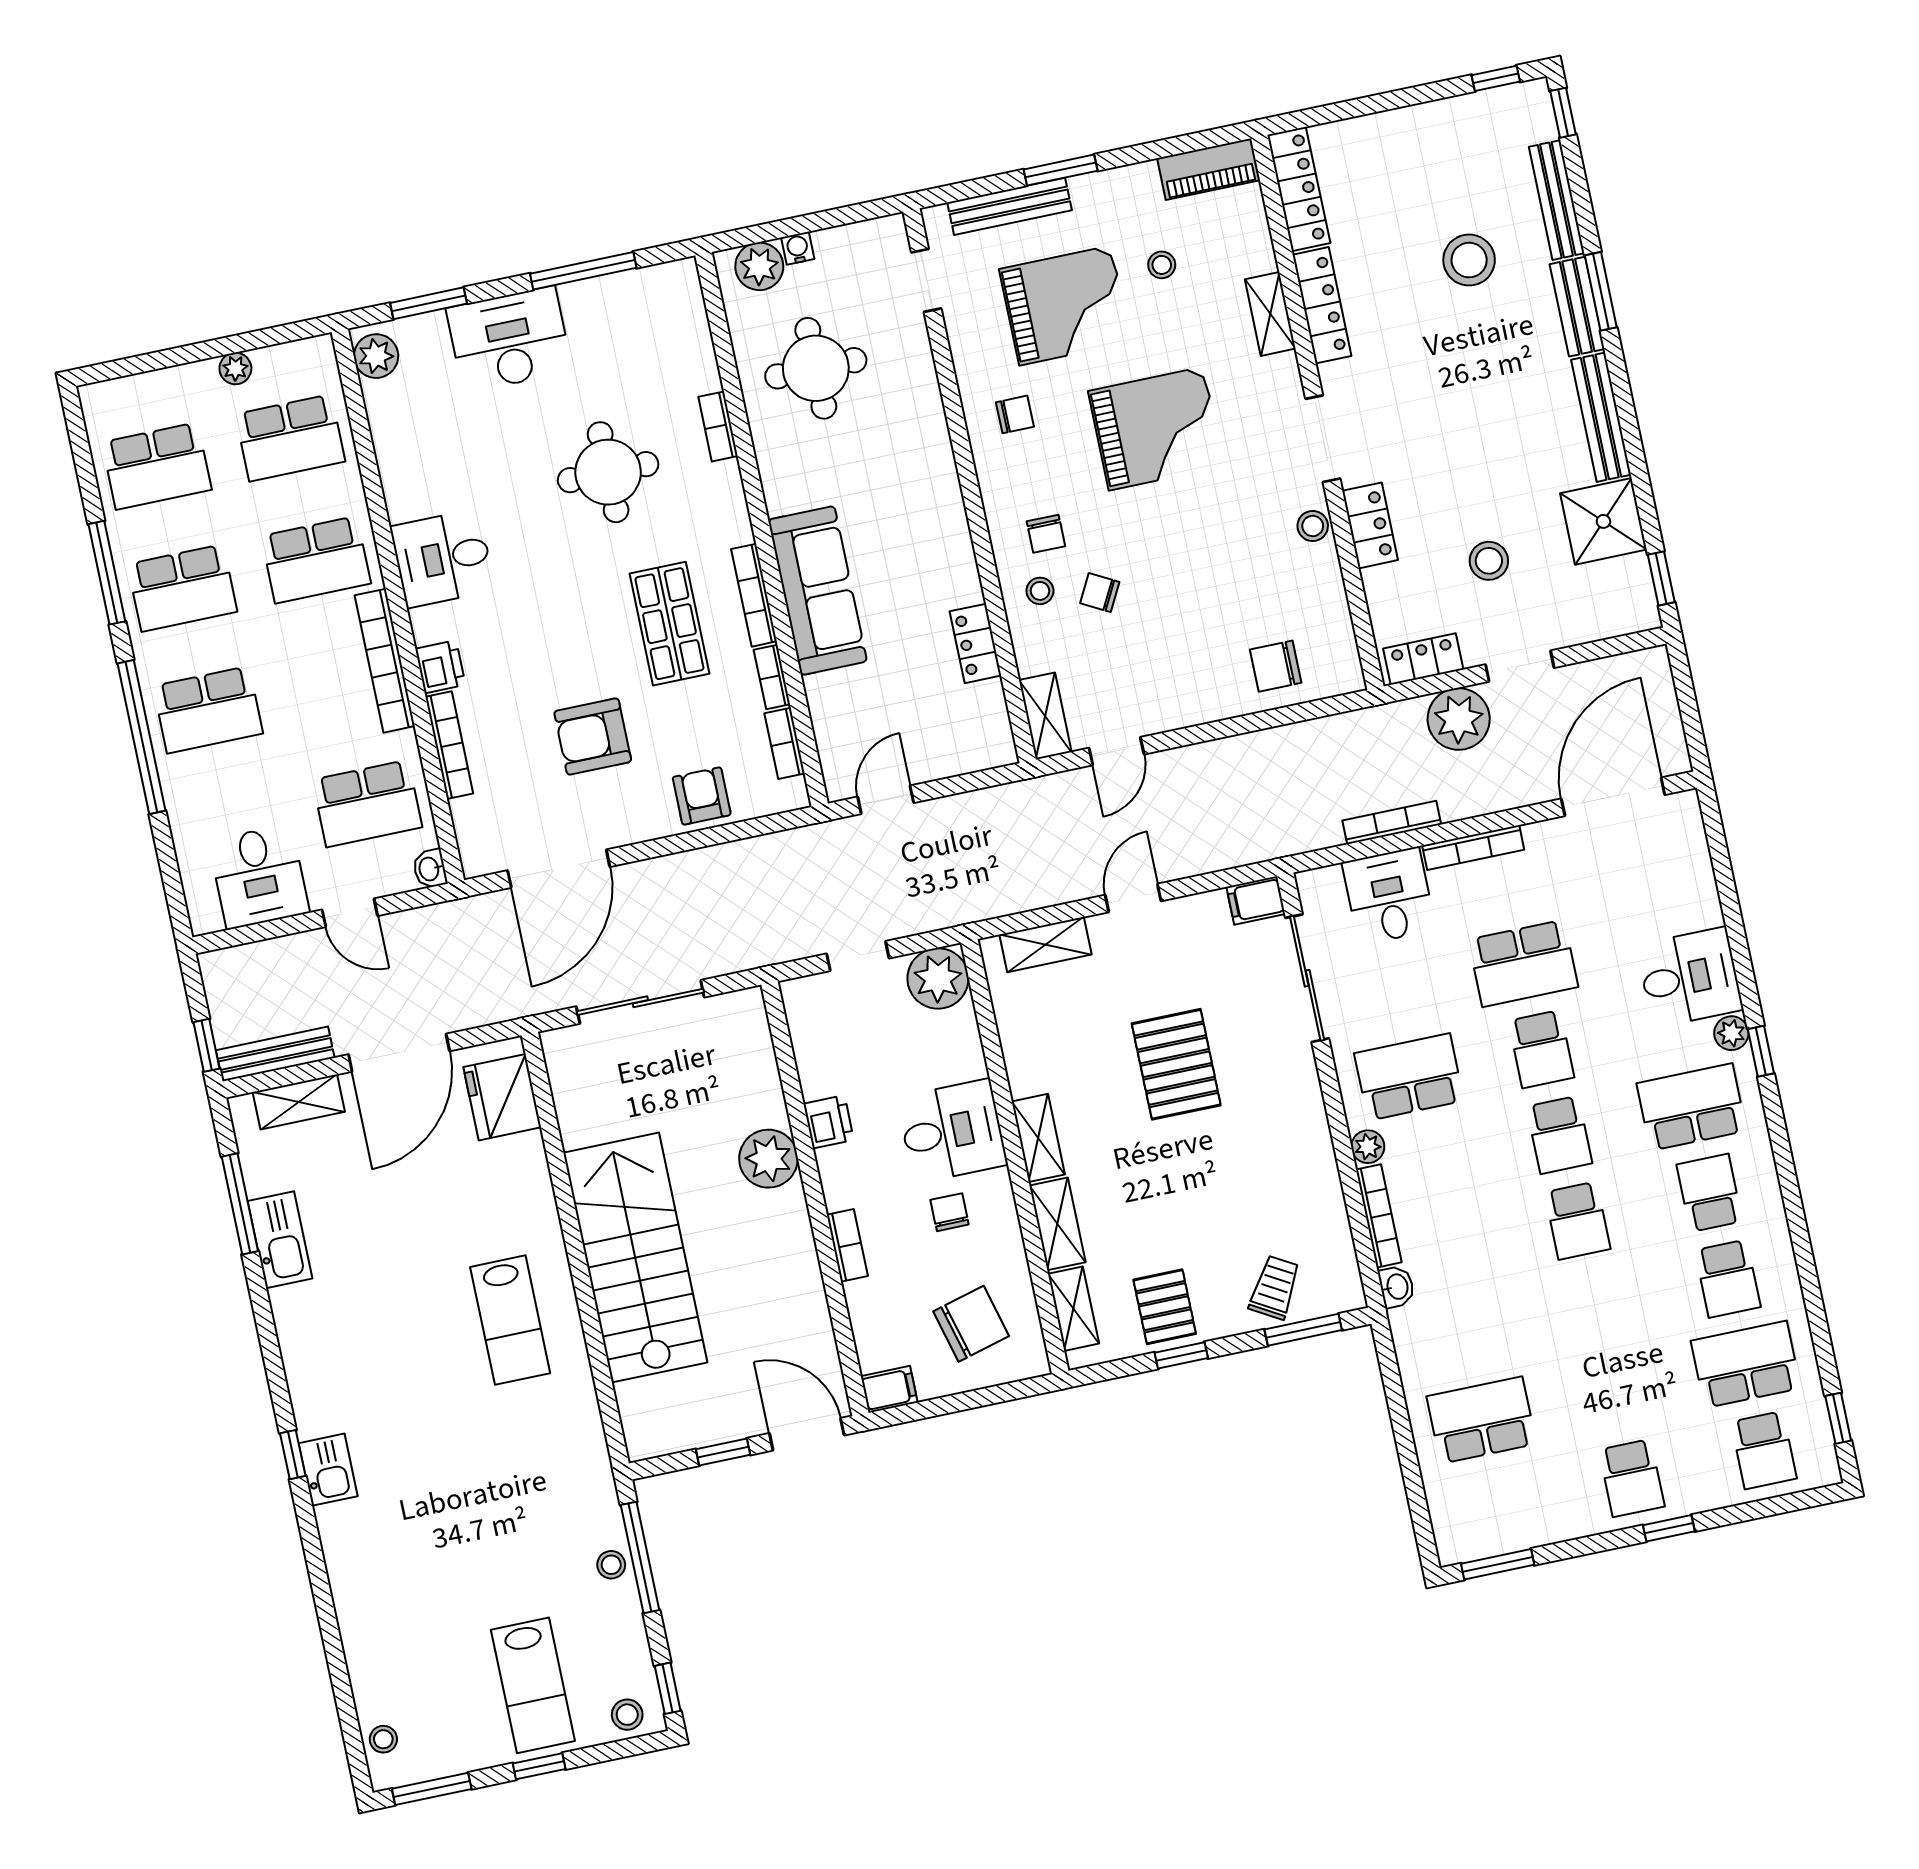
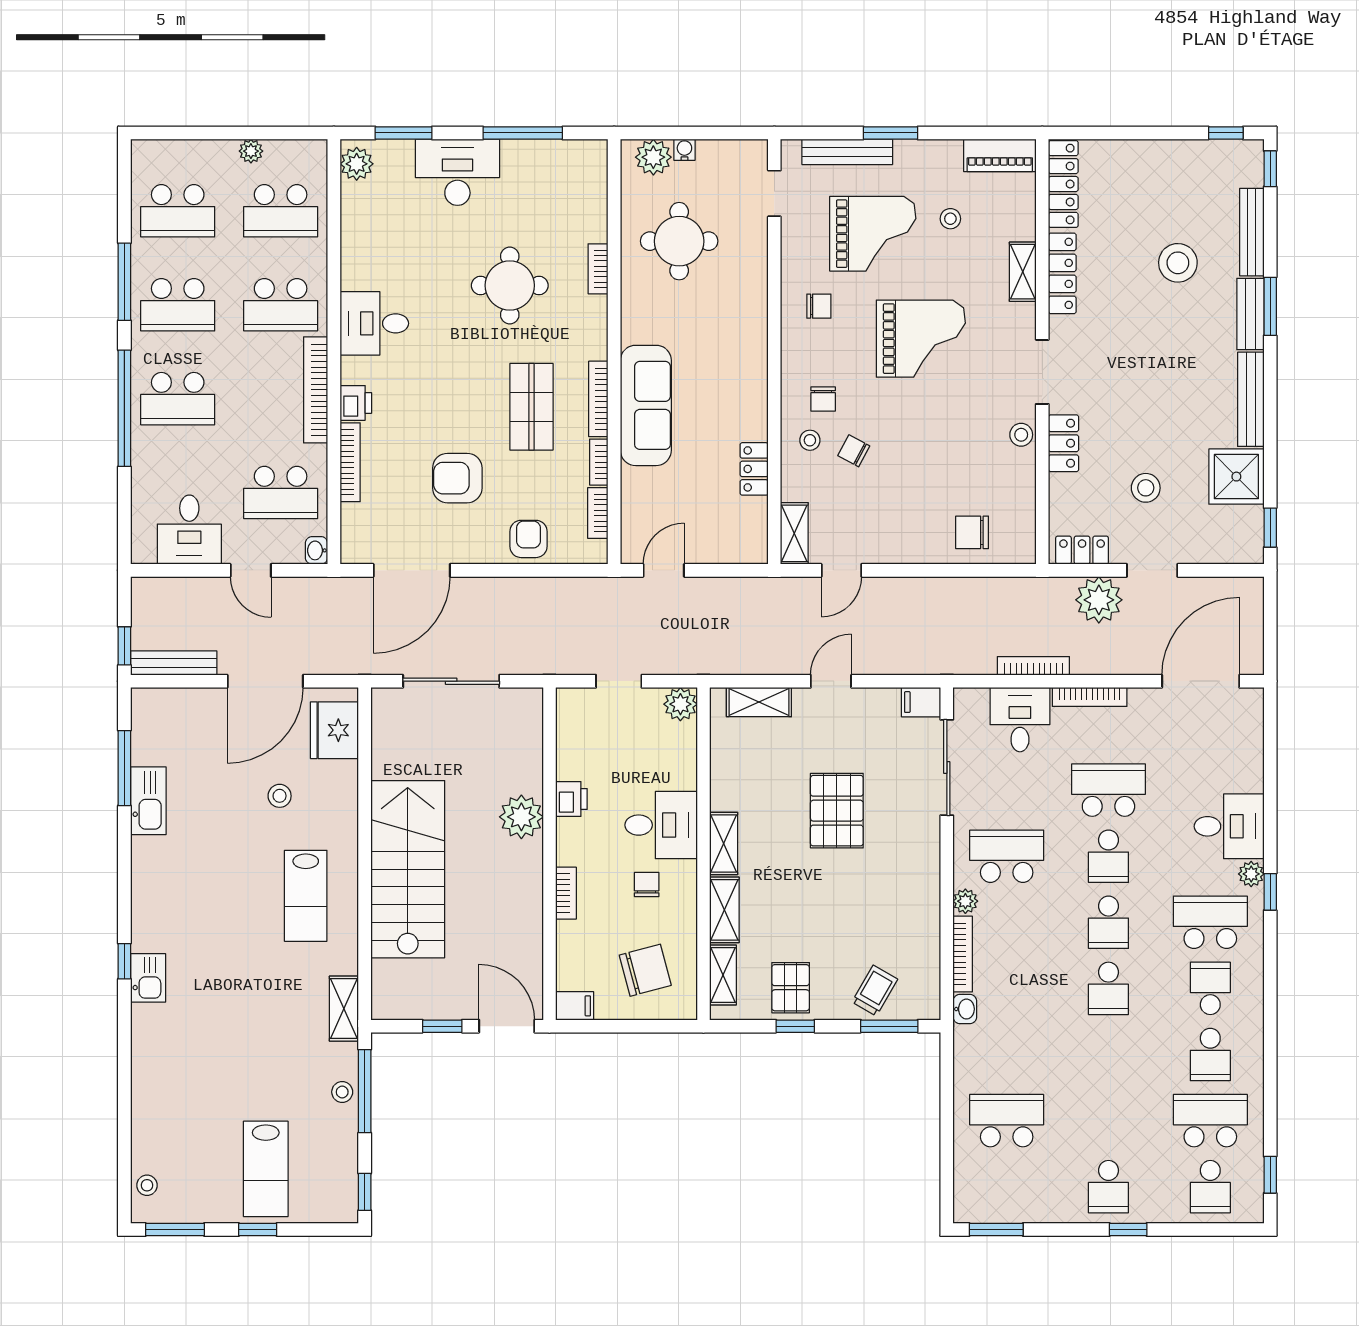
school desk: (1523, 963) -> (1108, 790), turned 180
plant: (938, 978) -> (680, 704), width x0.73, depth x0.73
shelving: (299, 1102) -> (344, 1009), moved, turned 90
stool: (627, 1715) -> (280, 796), moved

